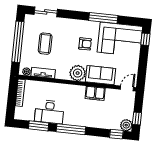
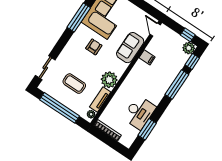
plant: (78, 73) -> (109, 80), moved
filing cabinet: (95, 93) -> (147, 57), width x0.50
window: (71, 129) -> (177, 85), moved

